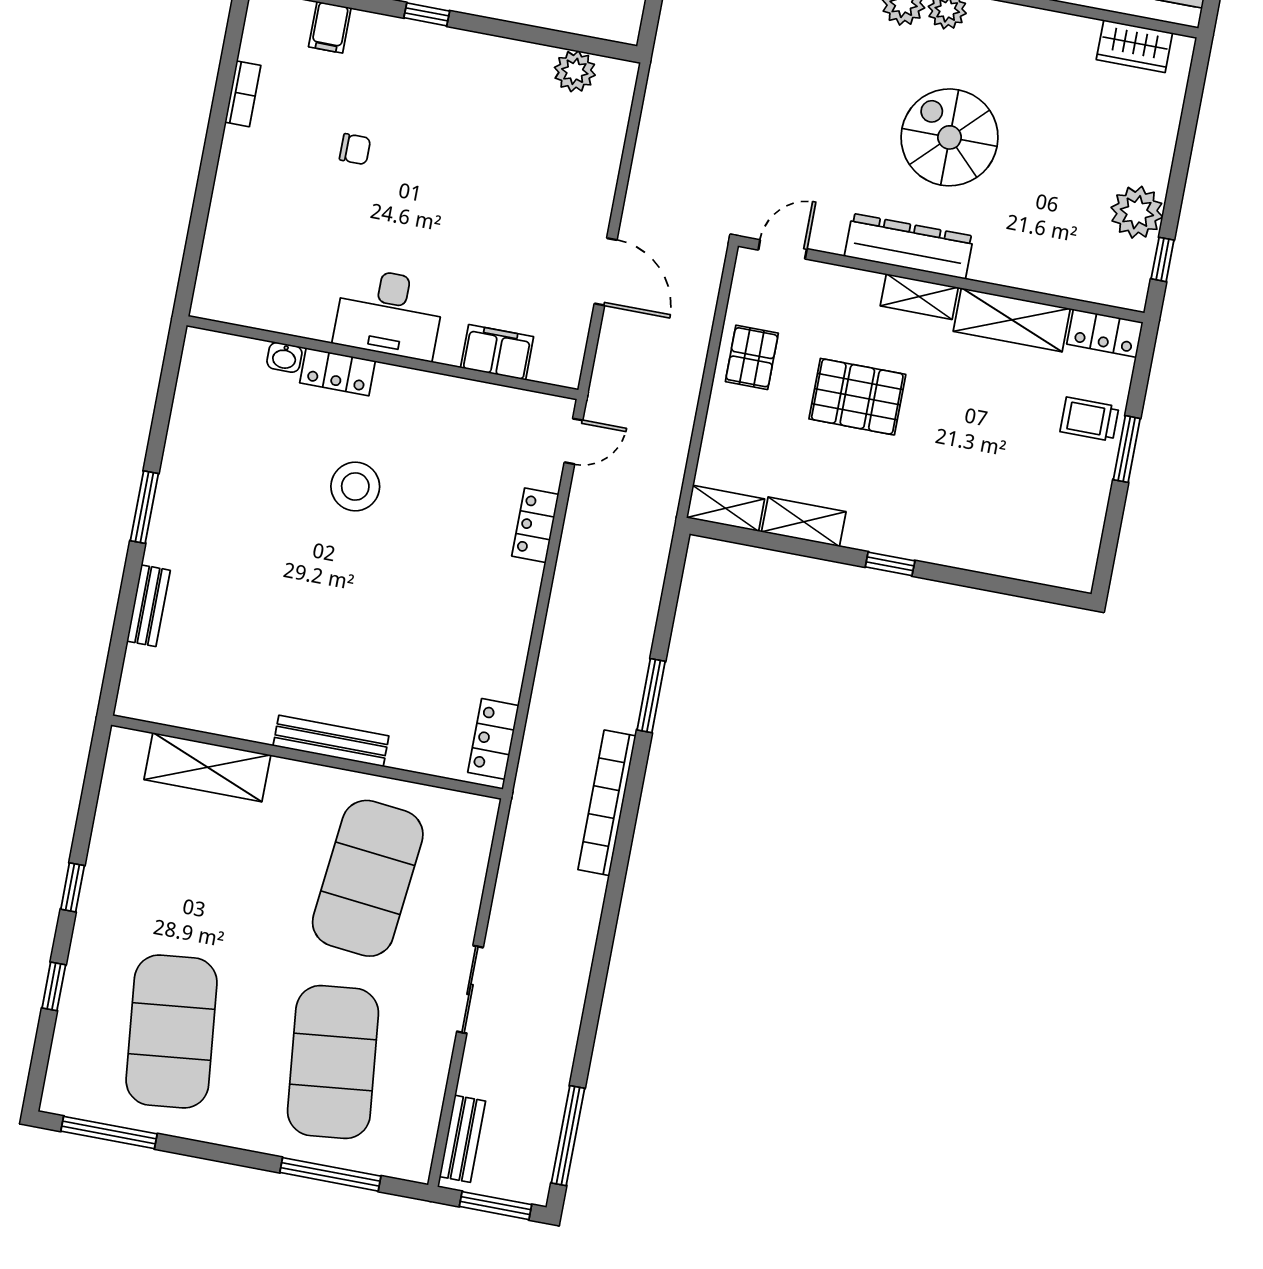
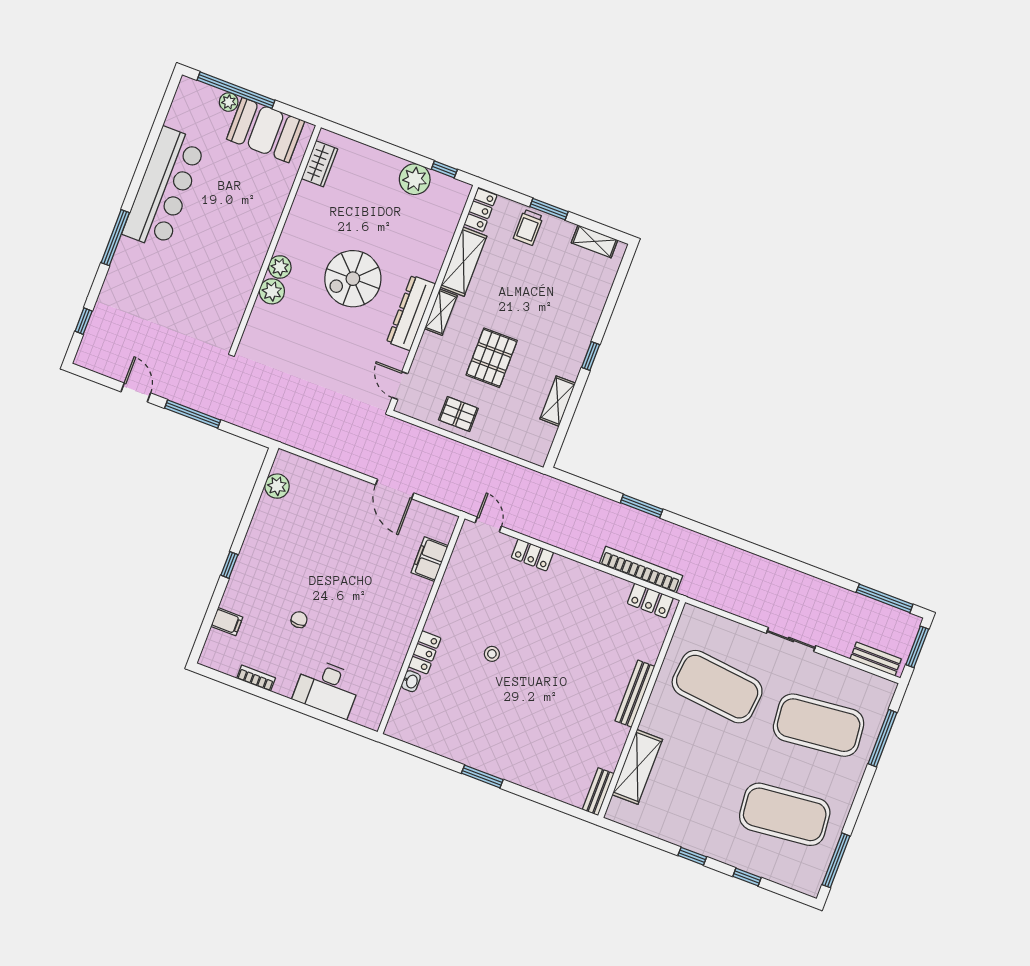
door: (606, 272) -> (395, 489), swing flipped
desk: (389, 314) -> (327, 688), moved, turned 90
stool: (355, 487) -> (492, 654), width x0.53, depth x0.53
shelving: (725, 508) -> (595, 241), moved, turned 90
bench: (149, 606) -> (598, 792), moved, turned 90
bookcase: (607, 803) -> (641, 570), moved, turned 180

